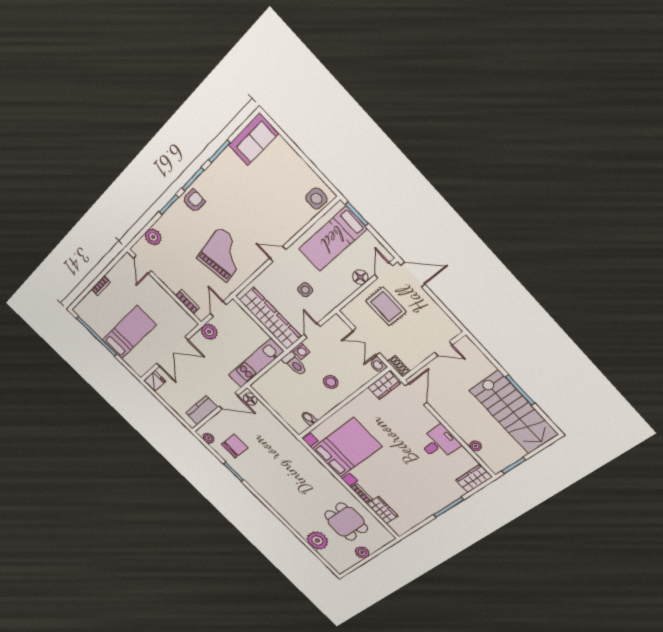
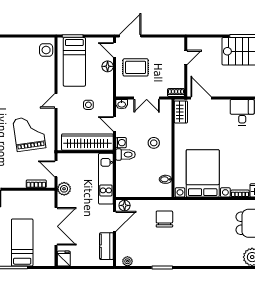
washbasin: (378, 365) -> (122, 104), moved
chair: (235, 446) -> (164, 219), moved

